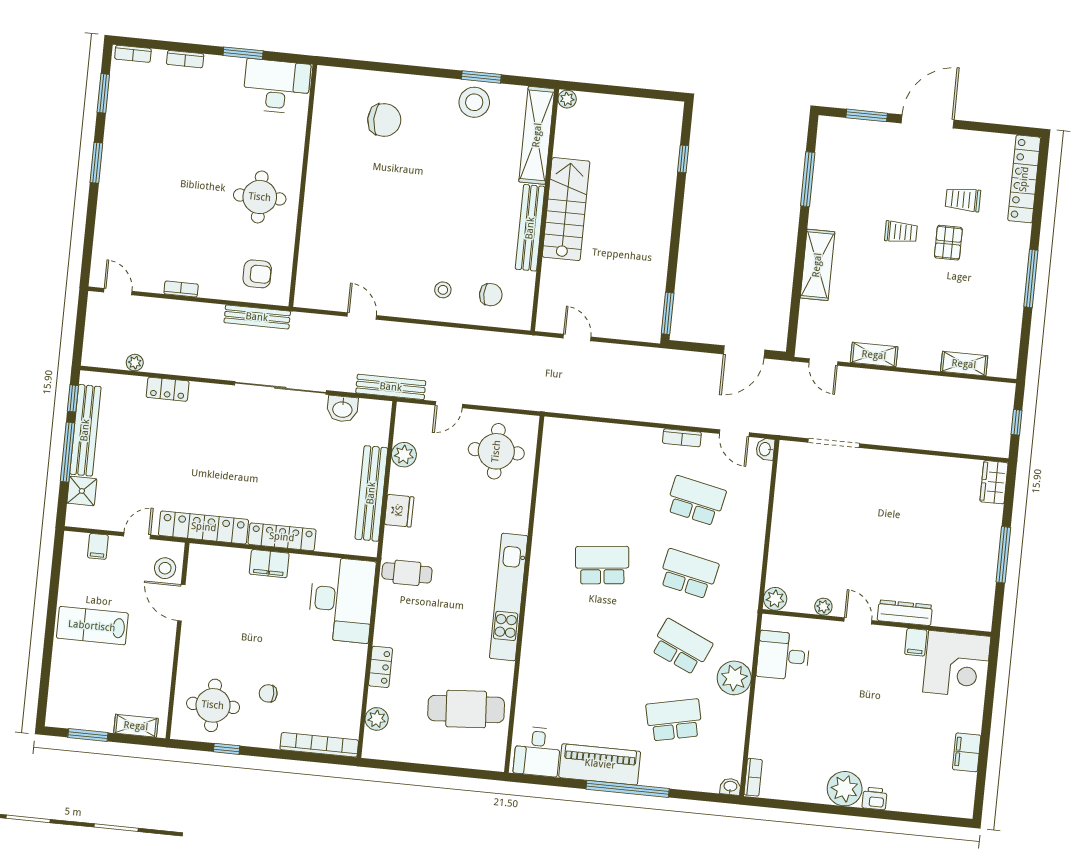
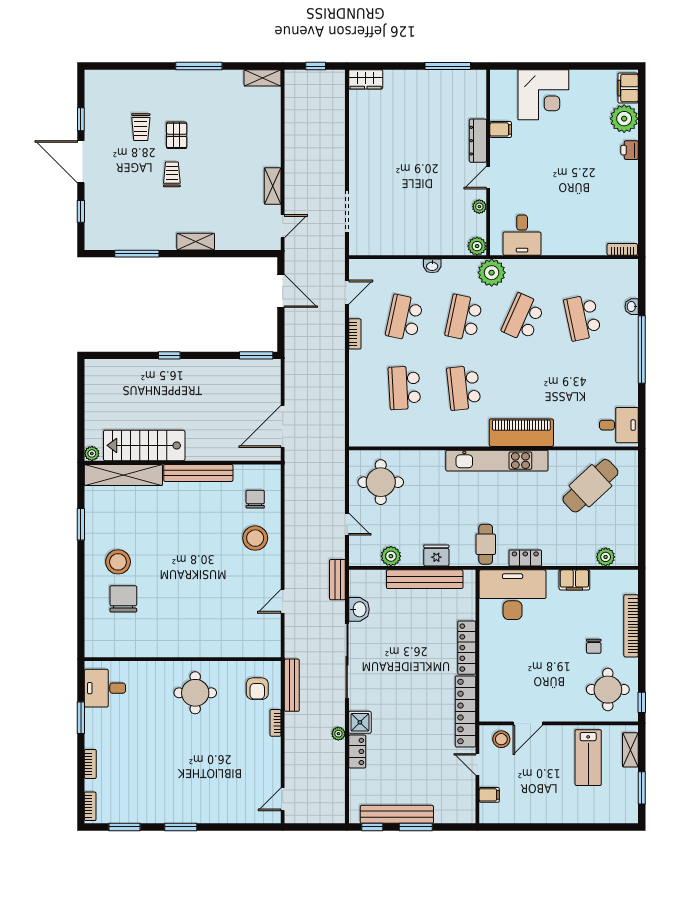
desk: (277, 86) -> (105, 688), width x0.73
stool: (474, 102) -> (118, 562), moved
window: (867, 115) -> (81, 211), width x0.67
window: (980, 127) -> (81, 119), added
window: (683, 159) -> (169, 355), moved
locker: (1024, 179) -> (119, 80), removed
stairs: (566, 209) -> (144, 445), moved
pallet: (948, 243) -> (177, 135), turned 90
shelving: (817, 265) -> (196, 242), width x0.67, depth x0.75
armchair: (257, 274) -> (257, 689), turned 180
bookcase: (181, 289) -> (276, 723), moved
stool: (443, 290) -> (255, 538), width x1.89, depth x1.89
door: (577, 337) -> (283, 426), width x1.88
plant: (135, 363) -> (338, 734), moved
shelving: (964, 364) -> (263, 78), moved, turned 90
bench: (391, 387) -> (337, 580), width x0.73
washbasin: (765, 449) -> (432, 266), moved
window: (68, 452) -> (416, 827), width x0.69
shower: (82, 491) -> (360, 722), moved
school desk: (610, 492) -> (404, 388), added
window: (1003, 555) -> (448, 66), moved
filing cabinet: (269, 564) -> (574, 580), moved, turned 90
lab bench: (92, 626) -> (588, 758), moved
corner desk: (957, 664) -> (543, 95), moved, turned 90
locker: (380, 667) -> (525, 558), moved
plant: (734, 678) -> (492, 273), moved
cafe table: (466, 709) -> (590, 486), turned 51
bookcase: (319, 745) -> (631, 626), moved
window: (227, 749) -> (642, 702), moved
filing cabinet: (967, 752) -> (628, 88), moved, turned 90
piano: (600, 764) -> (521, 433), moved, turned 90
washbasin: (730, 787) -> (632, 307), moved
plant: (845, 789) -> (624, 119), moved

